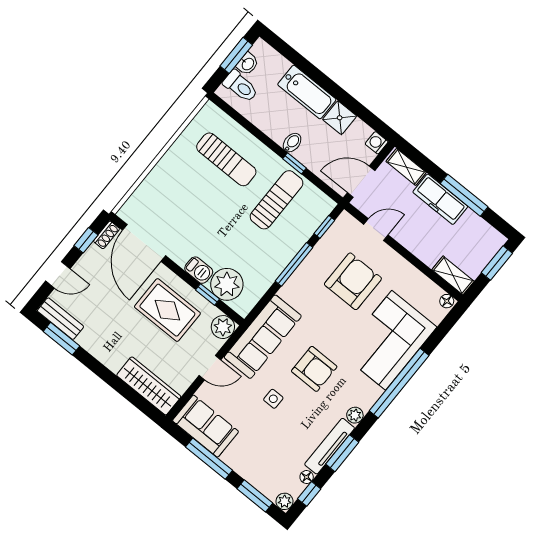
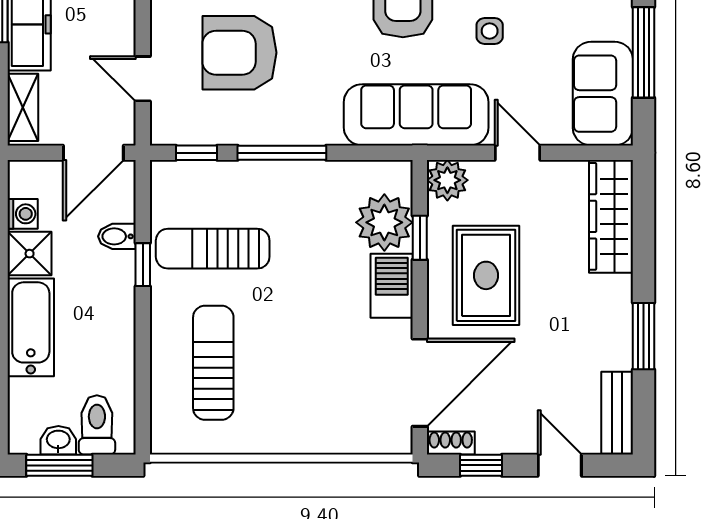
bidet: (292, 143) -> (117, 236), moved
washing machine: (377, 143) -> (23, 214), moved, turned -90
door: (361, 182) -> (93, 153), hinge flipped
barbecue: (199, 270) -> (392, 286), width x1.38, depth x1.27
window: (61, 339) -> (644, 336), moved

